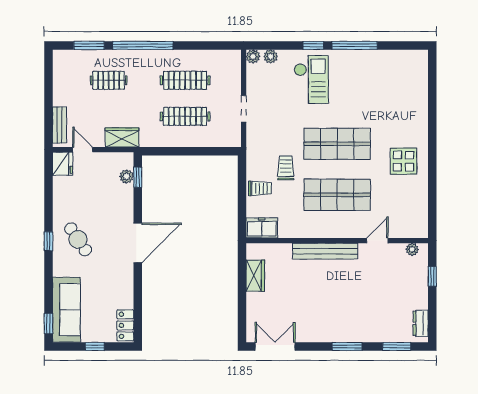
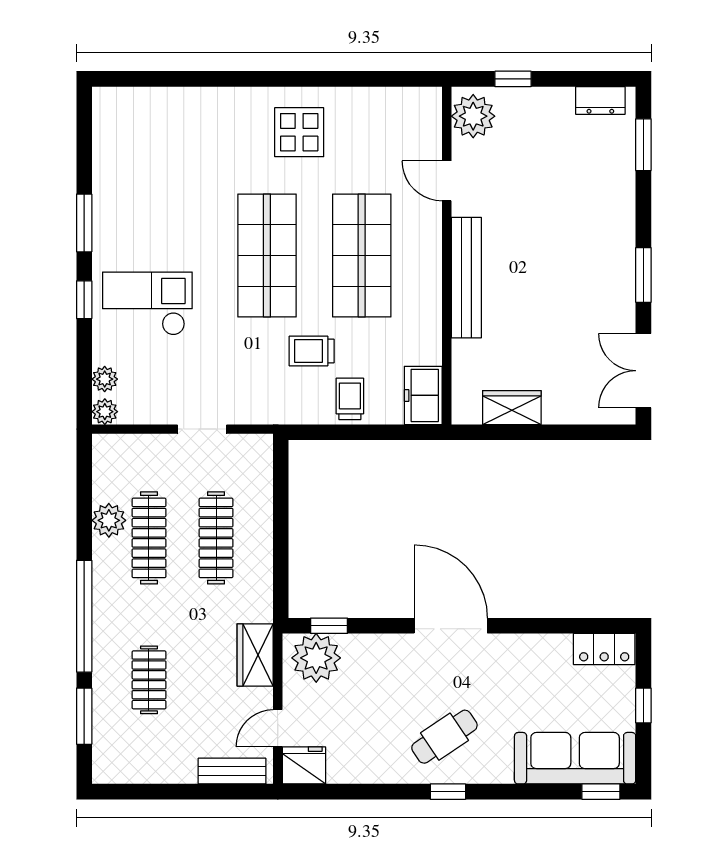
window: (355, 45) -> (84, 223), width x0.69
plant: (195, 59) -> (109, 520), added
plant: (127, 176) -> (316, 658), width x1.88, depth x1.88
plant: (412, 249) -> (473, 116), width x1.88, depth x1.88
window: (347, 346) -> (643, 275), moved

